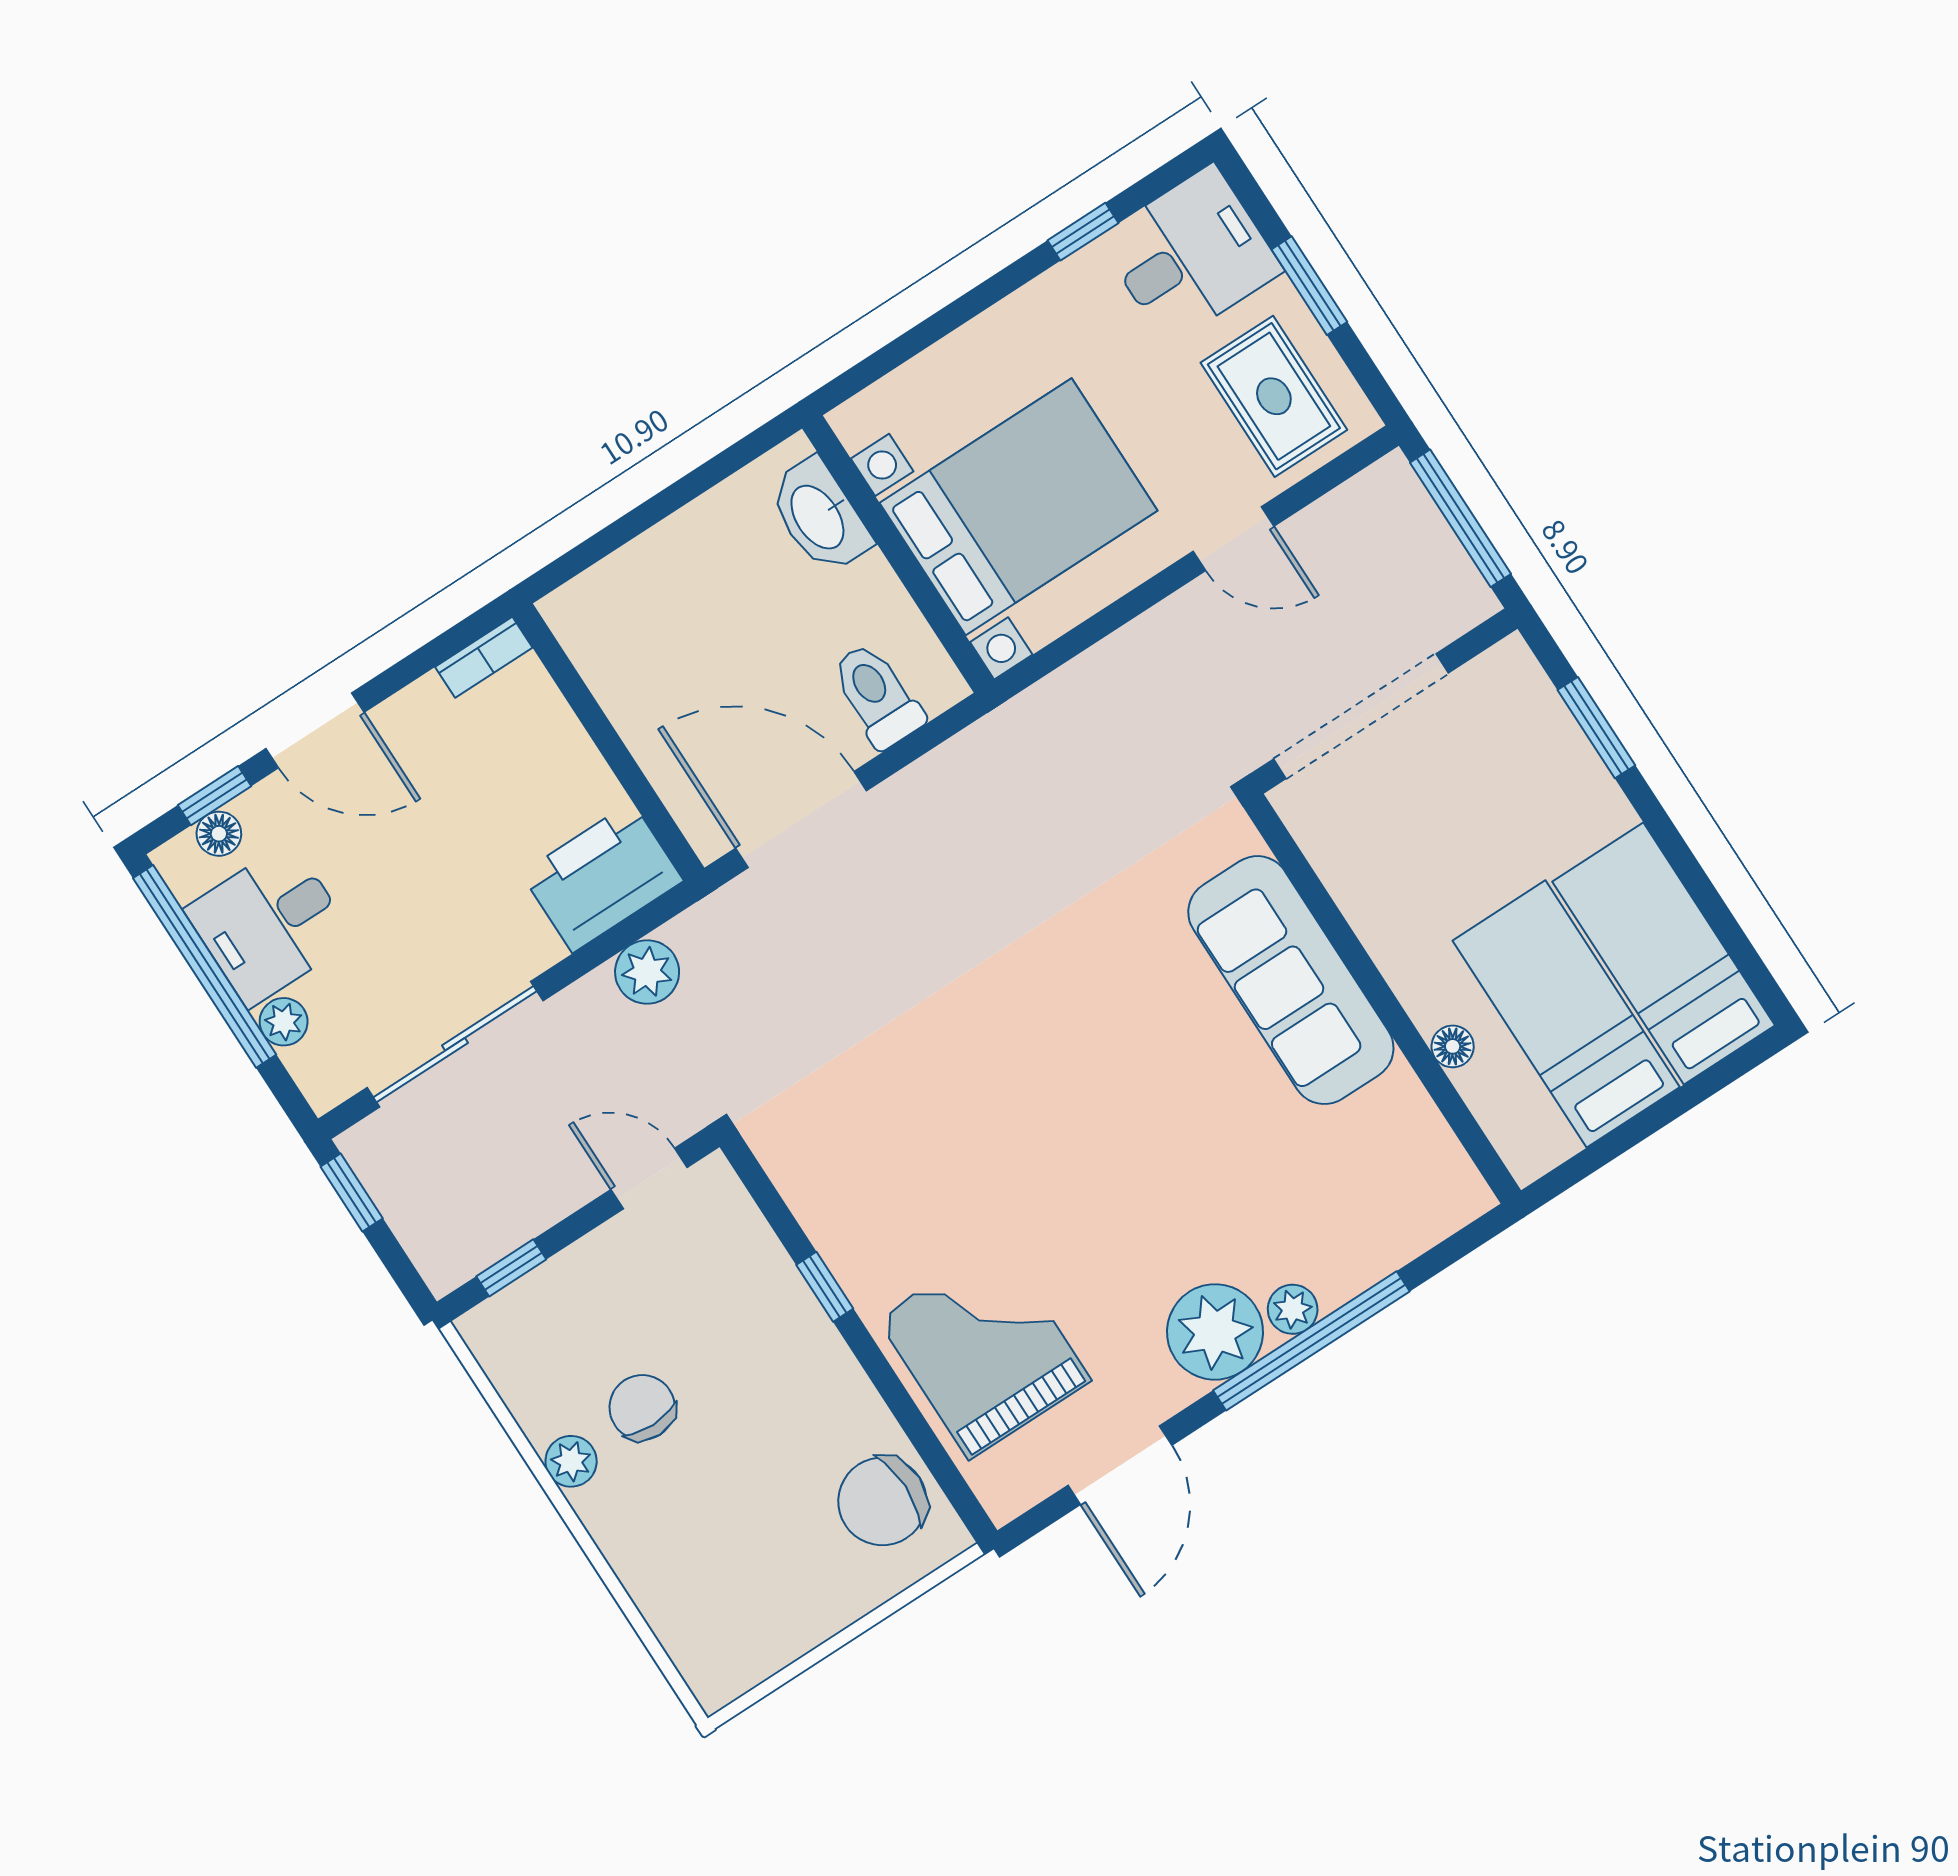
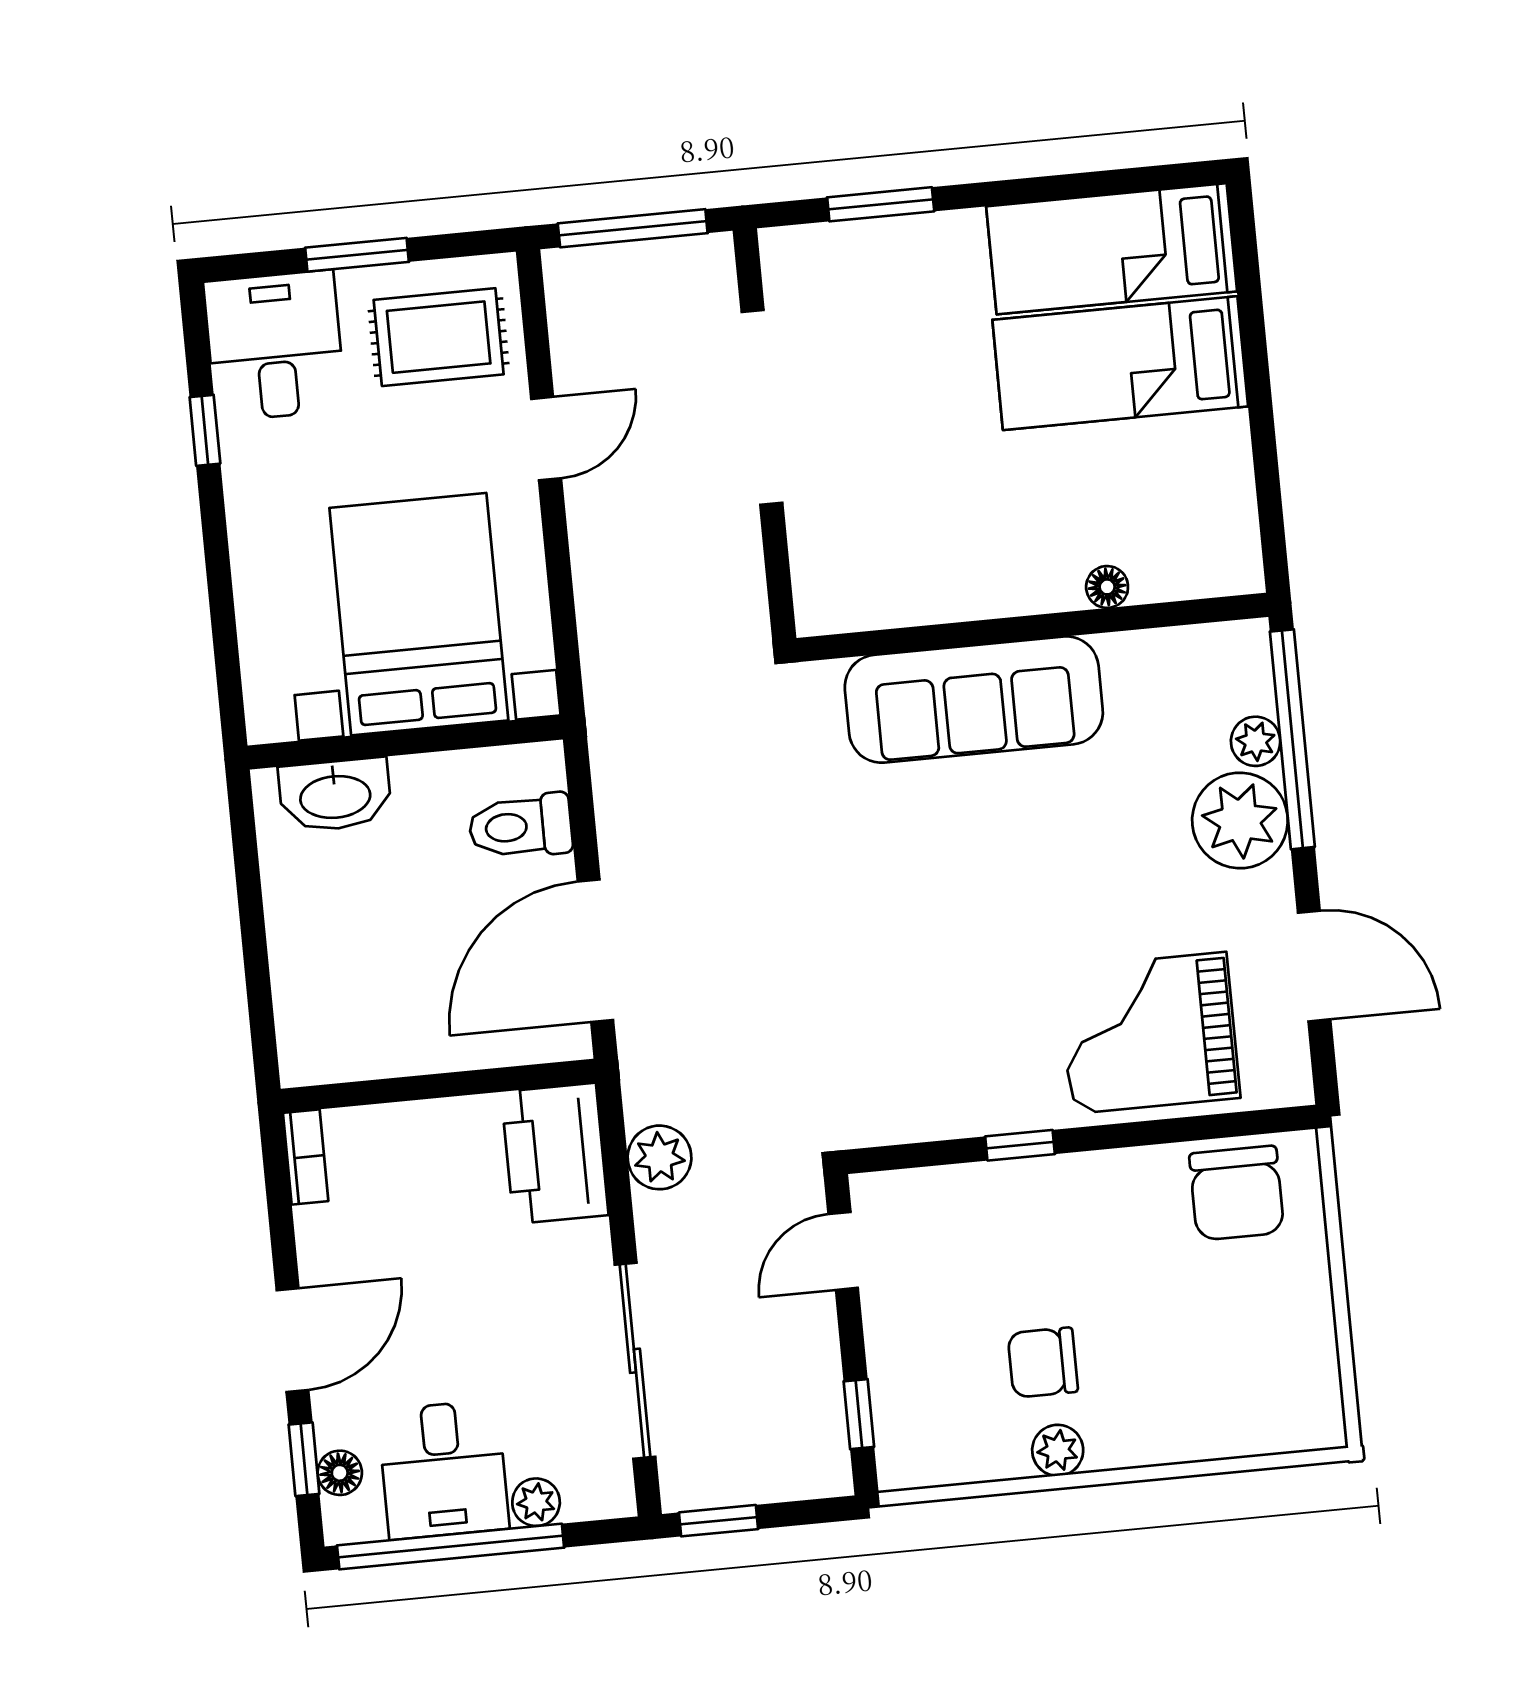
sofa: (1291, 980) -> (974, 700), moved
wall: (1382, 999) -> (1032, 627), moved
floor lamp: (1453, 1046) -> (1107, 587), moved

